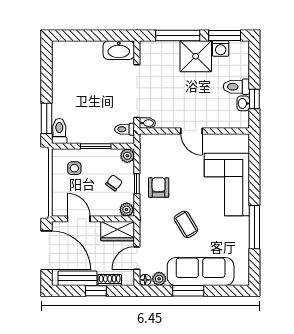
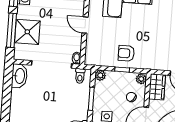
shower: (196, 56) -> (27, 32), moved
door: (191, 131) -> (85, 25), swing flipped
chair: (114, 183) -> (131, 97), moved
coffee table: (186, 224) -> (156, 35), removed

